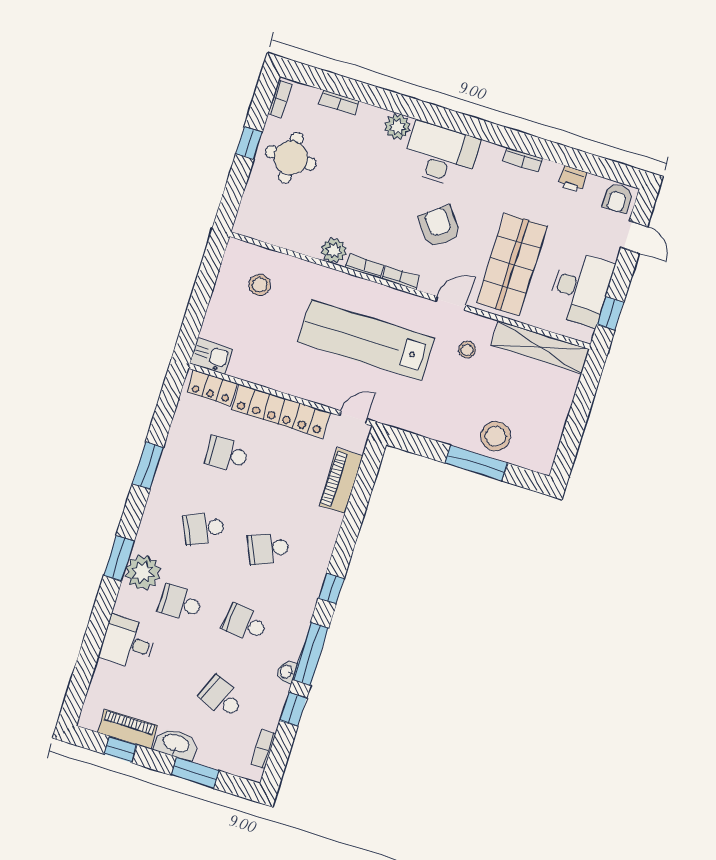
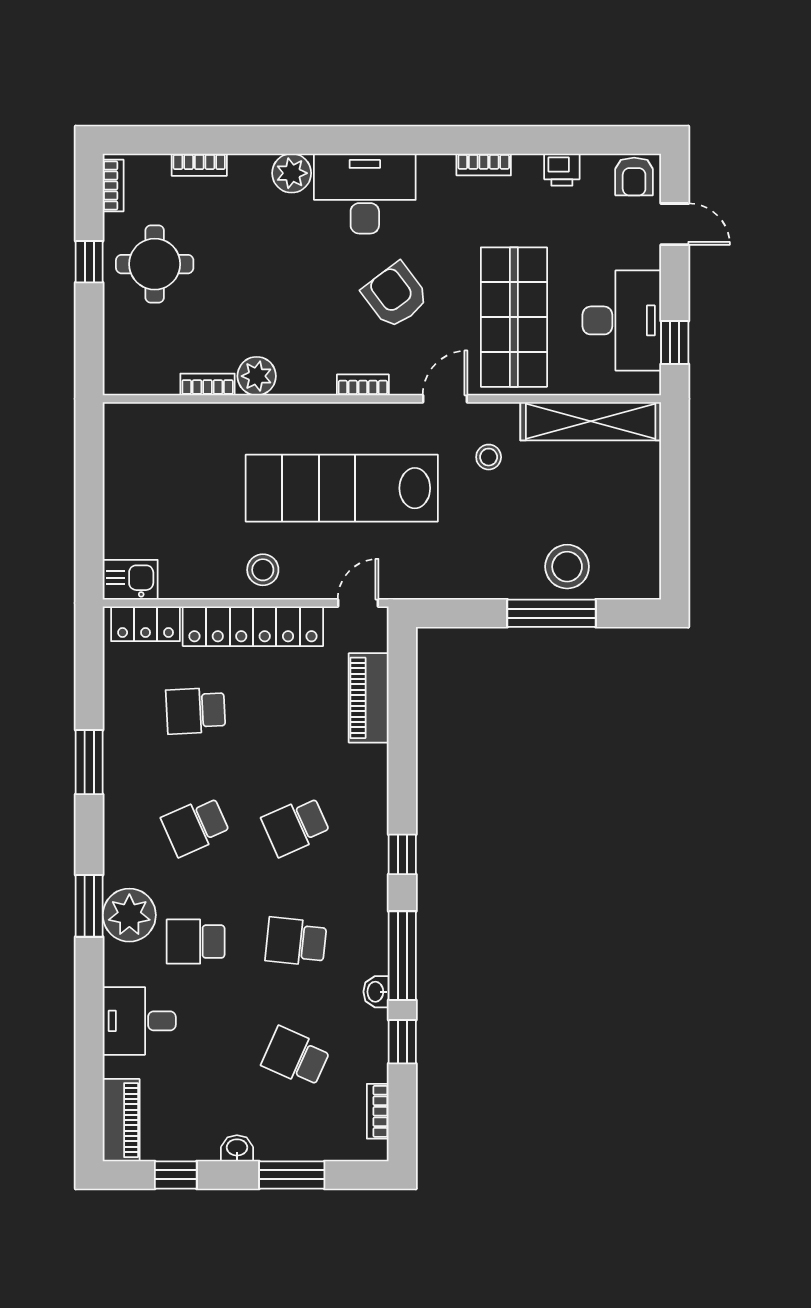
bookcase: (365, 266) -> (208, 384), moved
stool: (260, 285) -> (263, 570), moved
piano: (128, 729) -> (121, 1120), moved, turned 90
washbasin: (176, 744) -> (237, 1148), width x0.52, depth x0.69

